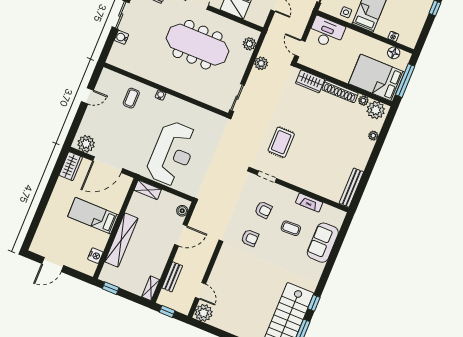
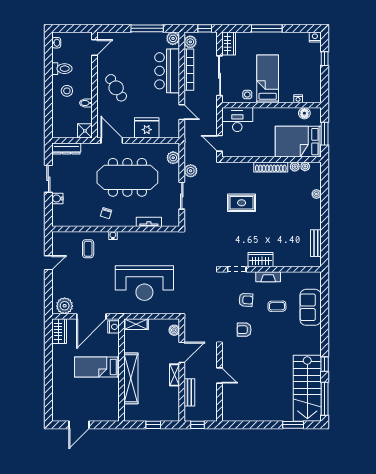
chair: (163, 71) -> (106, 213), added
wardrobe: (310, 81) -> (261, 260), moved, turned 180
window: (405, 81) -> (325, 134), width x0.69
tv unit: (201, 96) -> (149, 222), added
sliding door: (237, 98) -> (182, 196), moved
plant: (376, 110) -> (305, 166), width x0.53, depth x0.53
rug: (281, 142) -> (242, 203), moved, turned 90
reception desk: (172, 154) -> (144, 283), turned 90
bench: (351, 188) -> (316, 243), width x0.73
fireplace: (309, 203) -> (268, 277), moved
armchair: (250, 238) -> (244, 330), turned 180
nightstand: (95, 256) -> (114, 327), moved
window: (111, 288) -> (153, 425), moved
shelving: (151, 288) -> (174, 375), moved
door: (201, 291) -> (220, 375), moved
plant: (204, 313) -> (230, 413), removed

